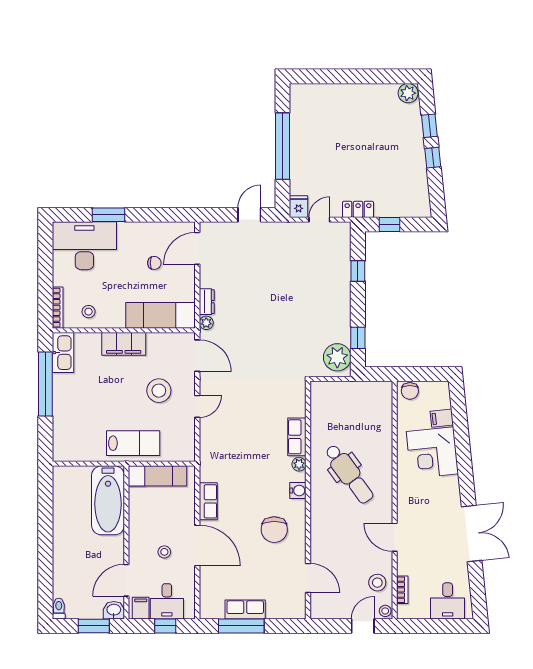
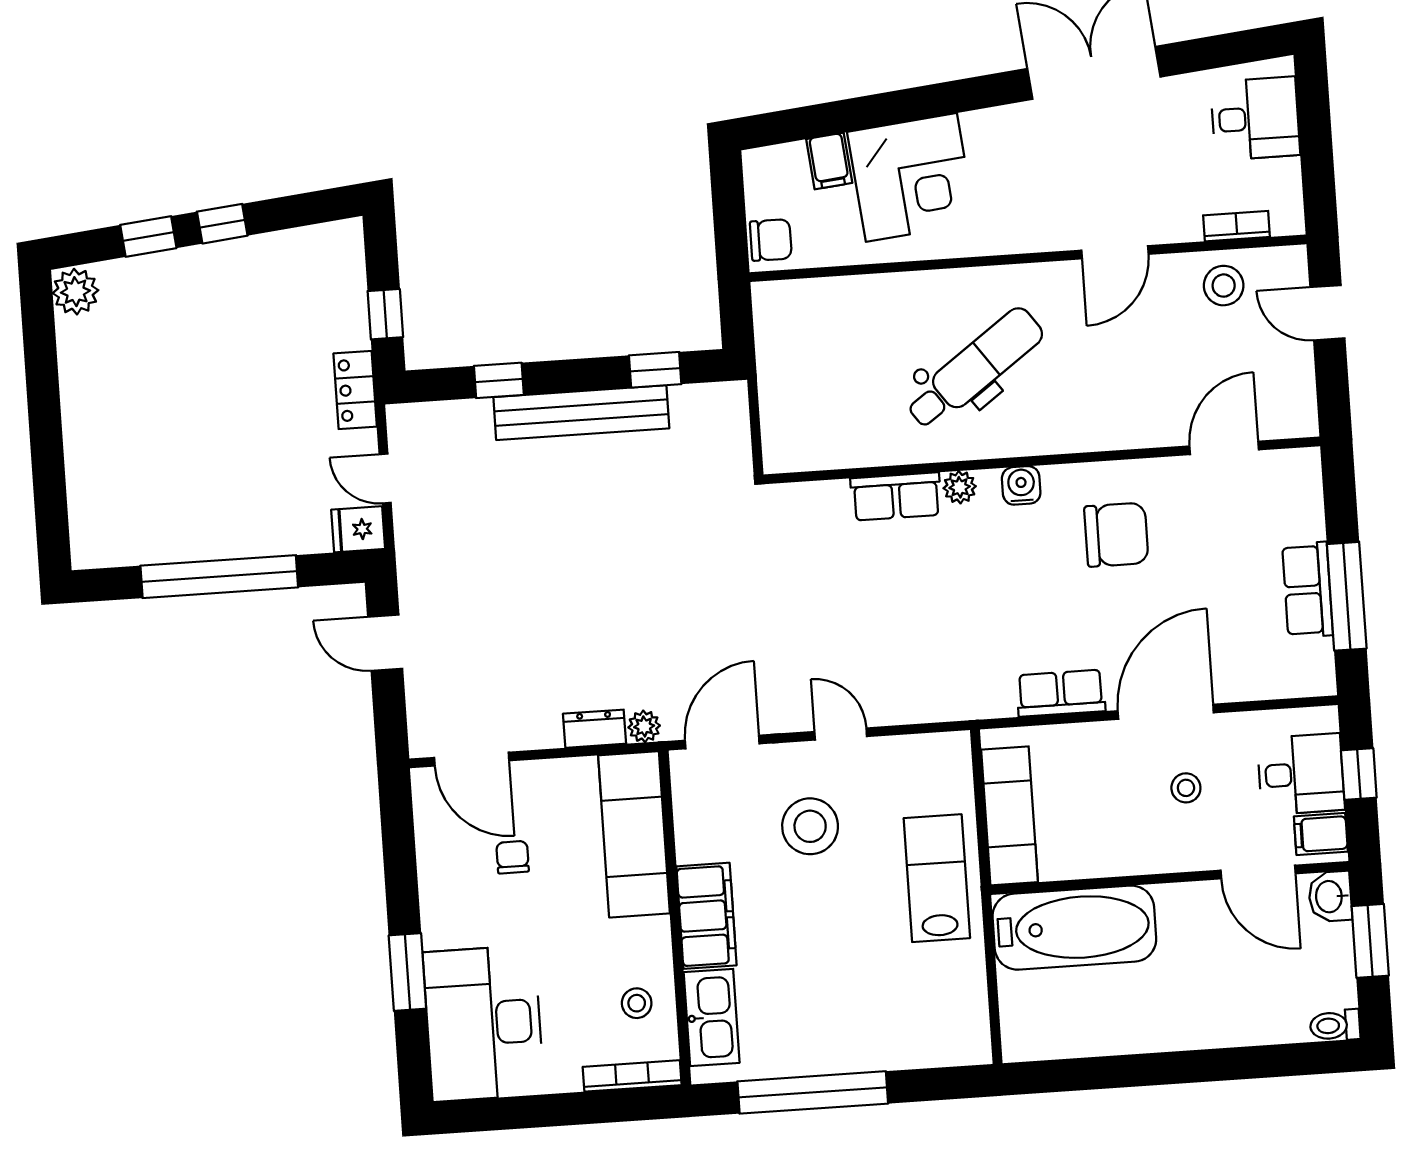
bench: (342, 305) -> (581, 413), added
kitchen sink: (63, 353) -> (712, 1018), moved, turned 90
plant: (337, 357) -> (704, 415), removed
stool: (385, 611) -> (1289, 263), removed

